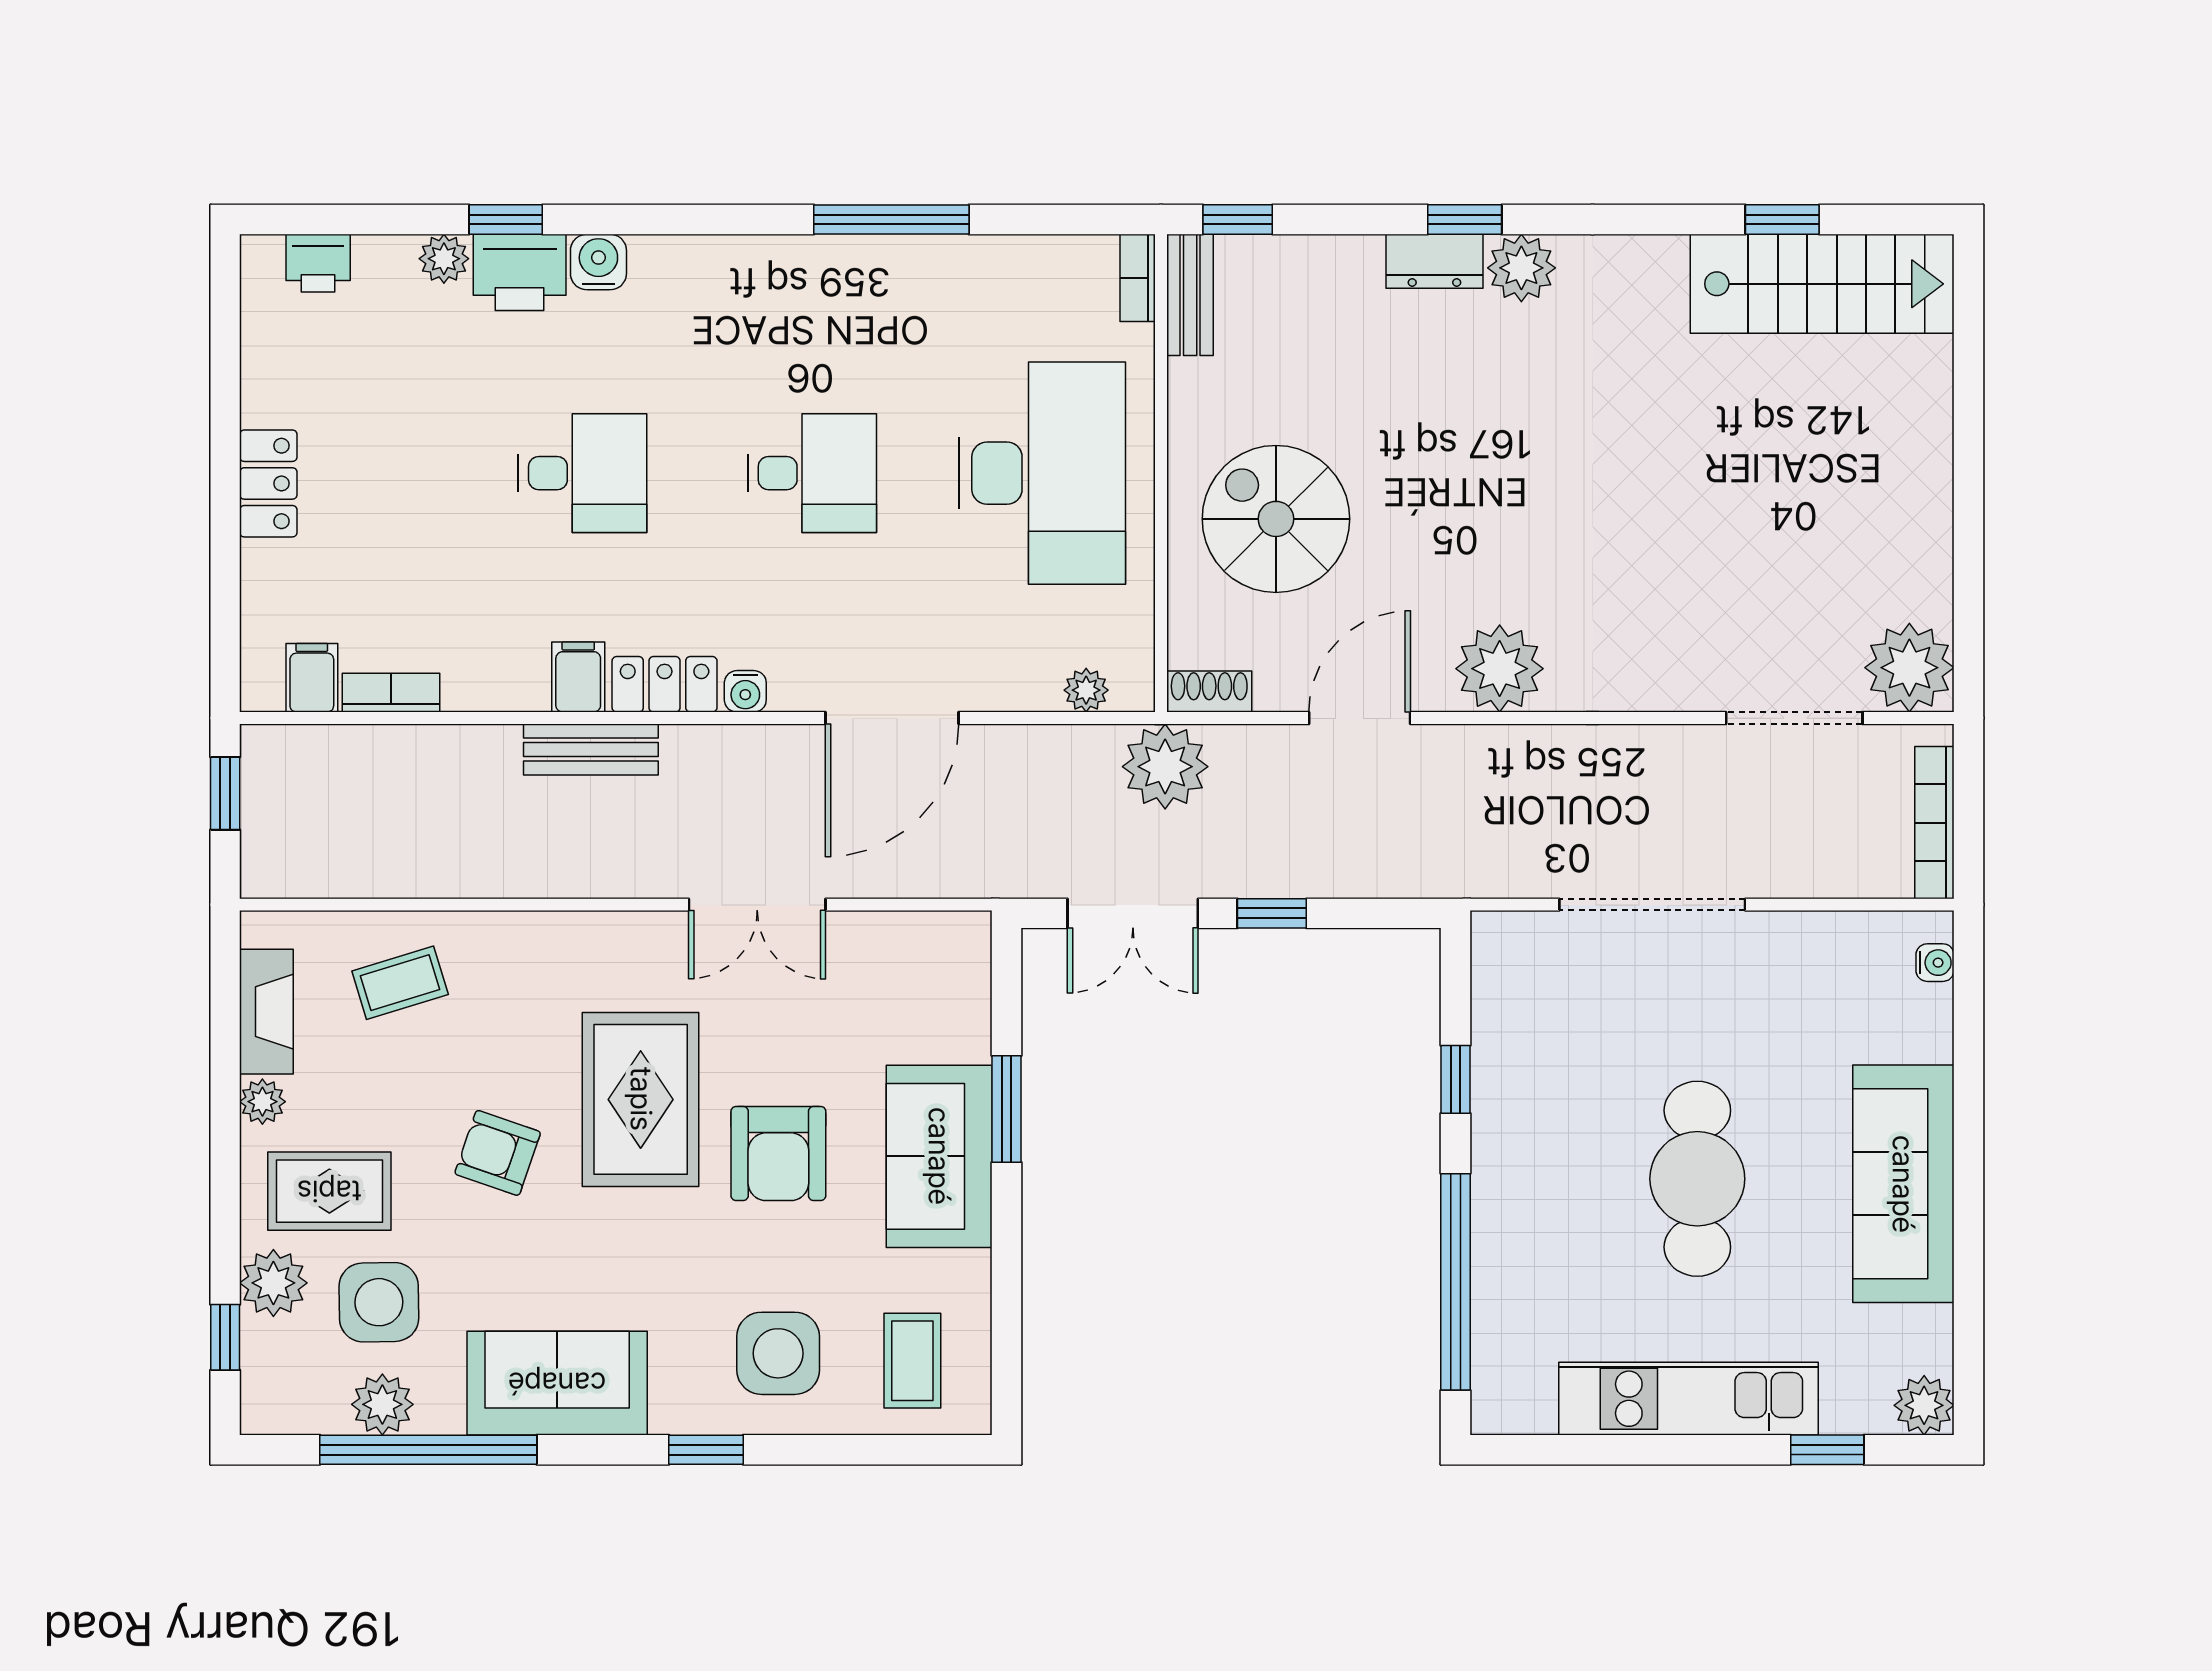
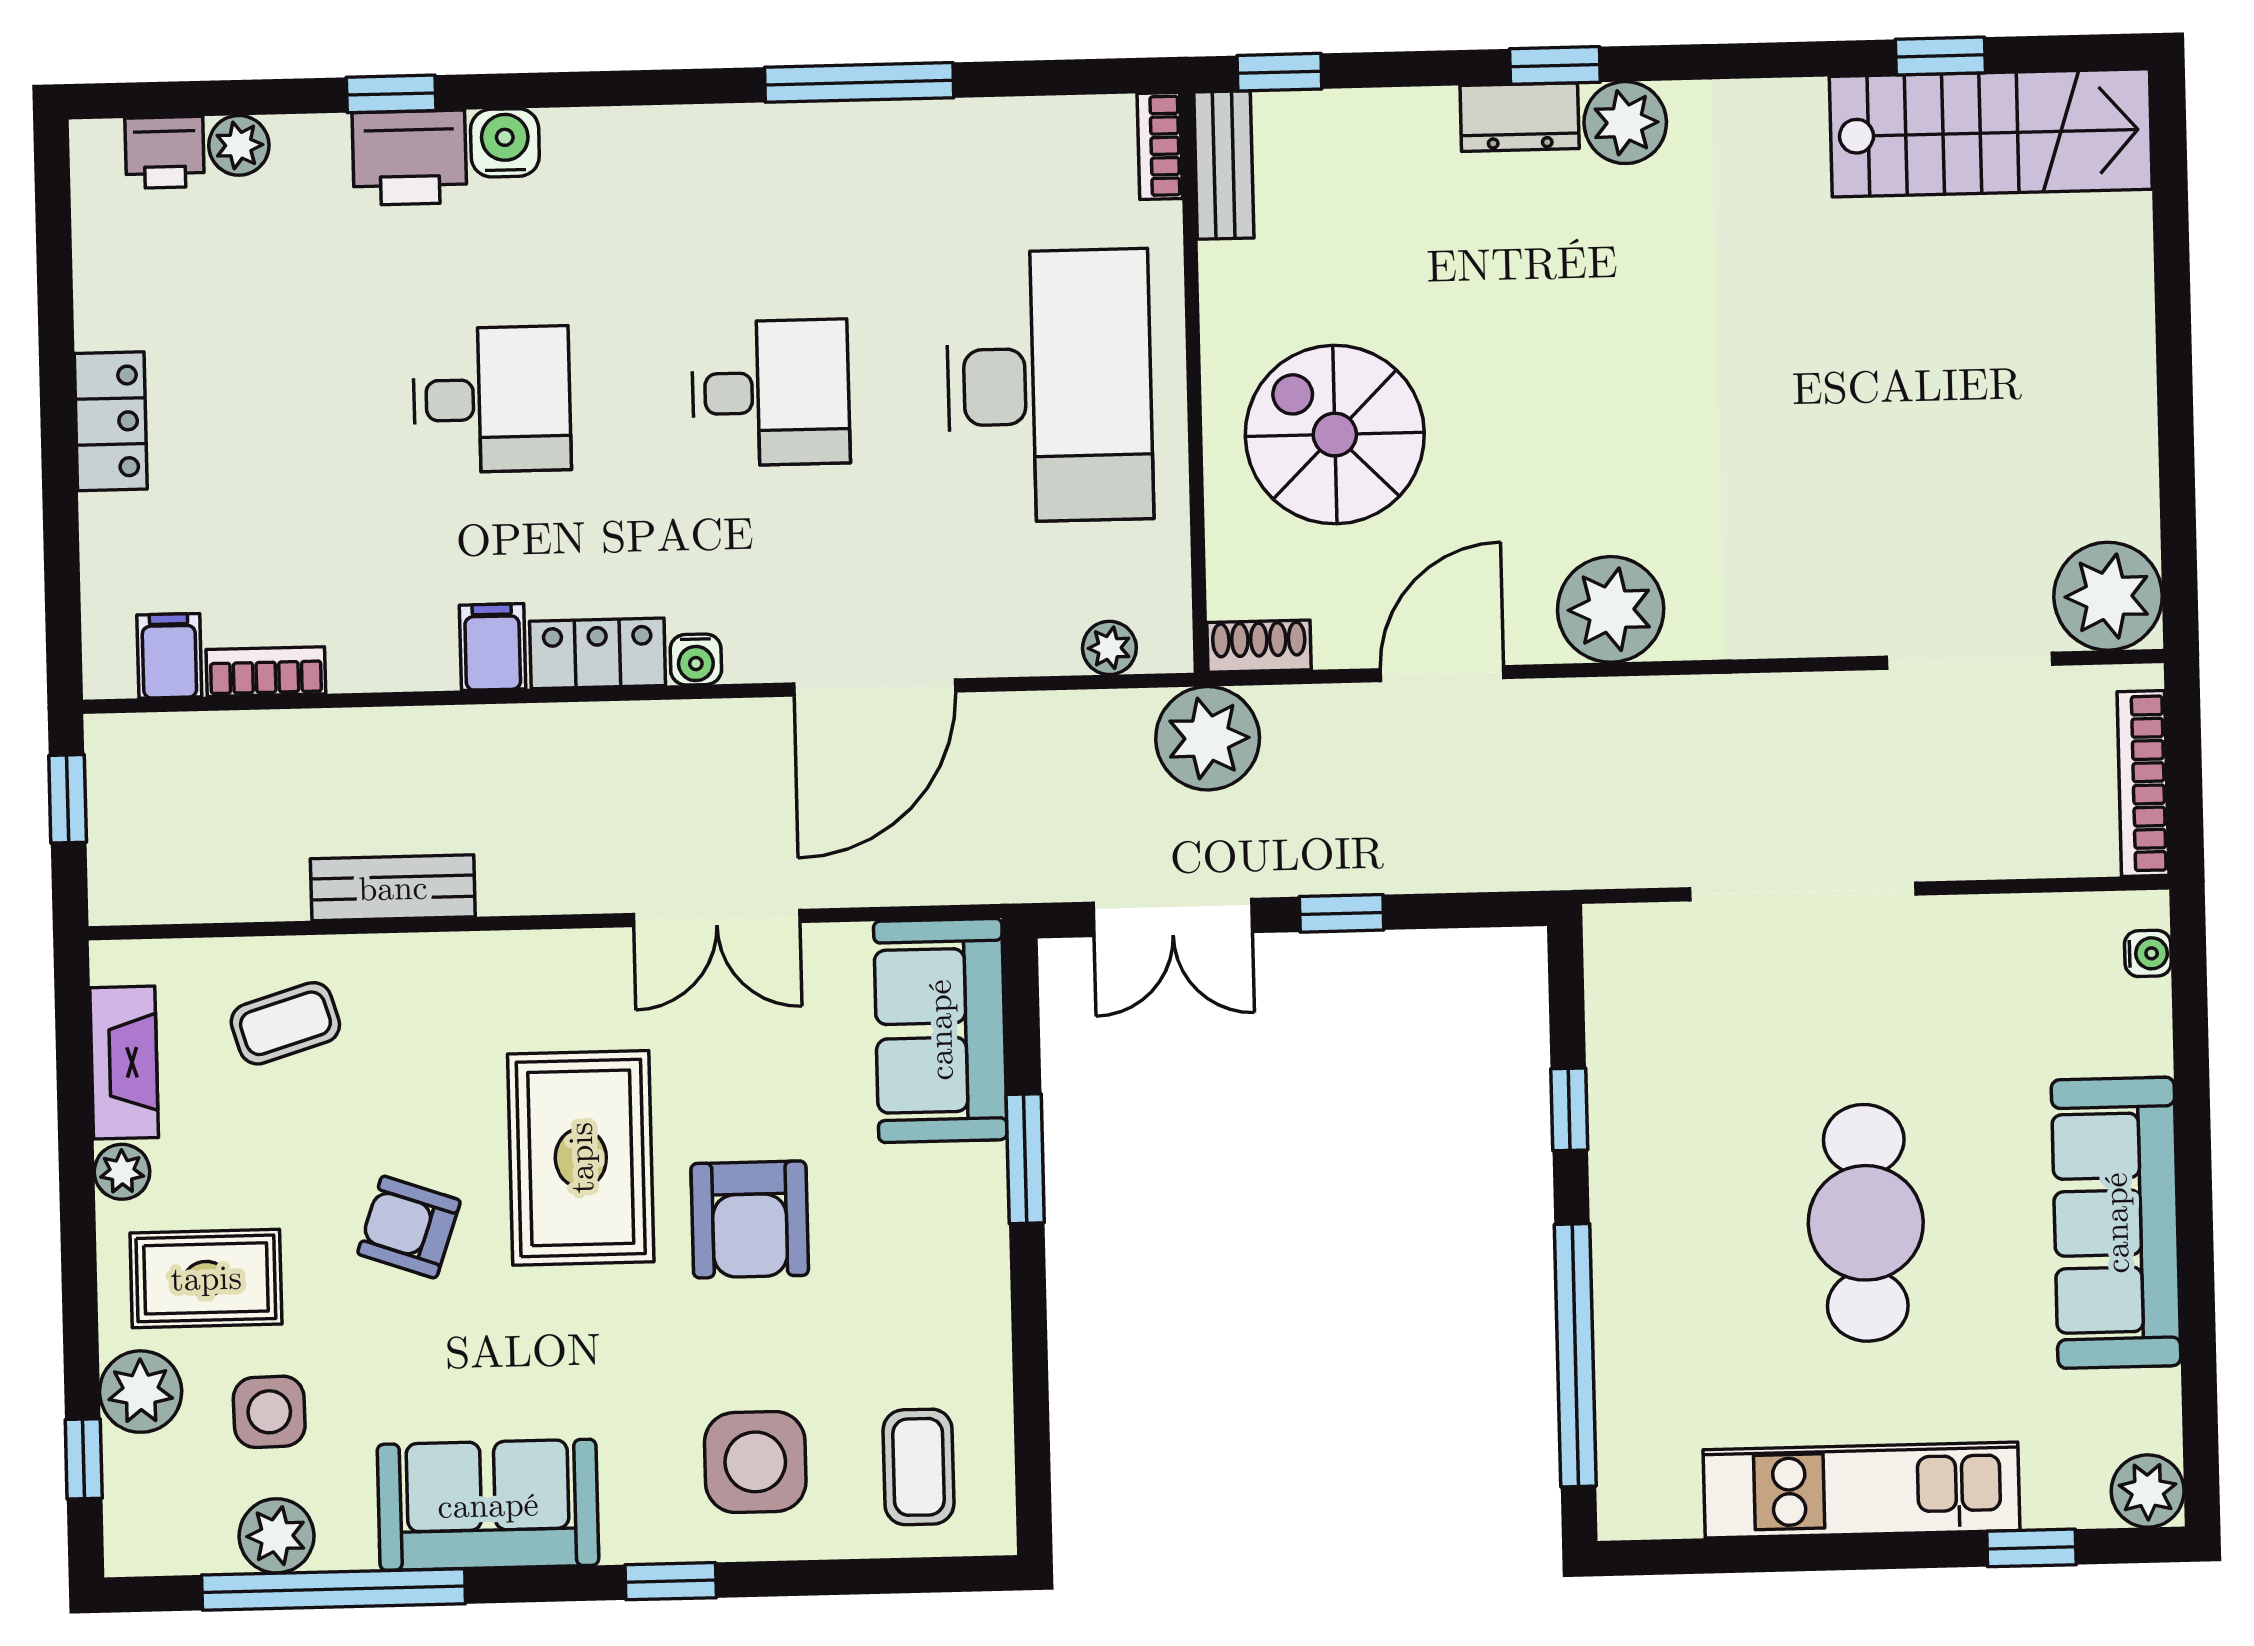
plant: (444, 259) -> (239, 145), moved
bench: (591, 749) -> (393, 888), moved
sofa: (939, 1156) -> (940, 1030), moved
side table: (379, 1302) -> (269, 1412), width x0.73, depth x0.73

